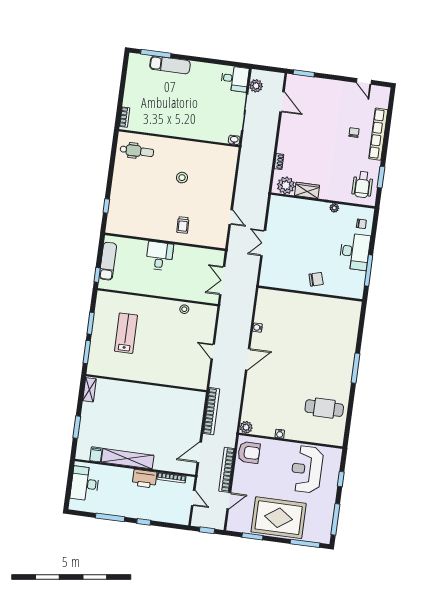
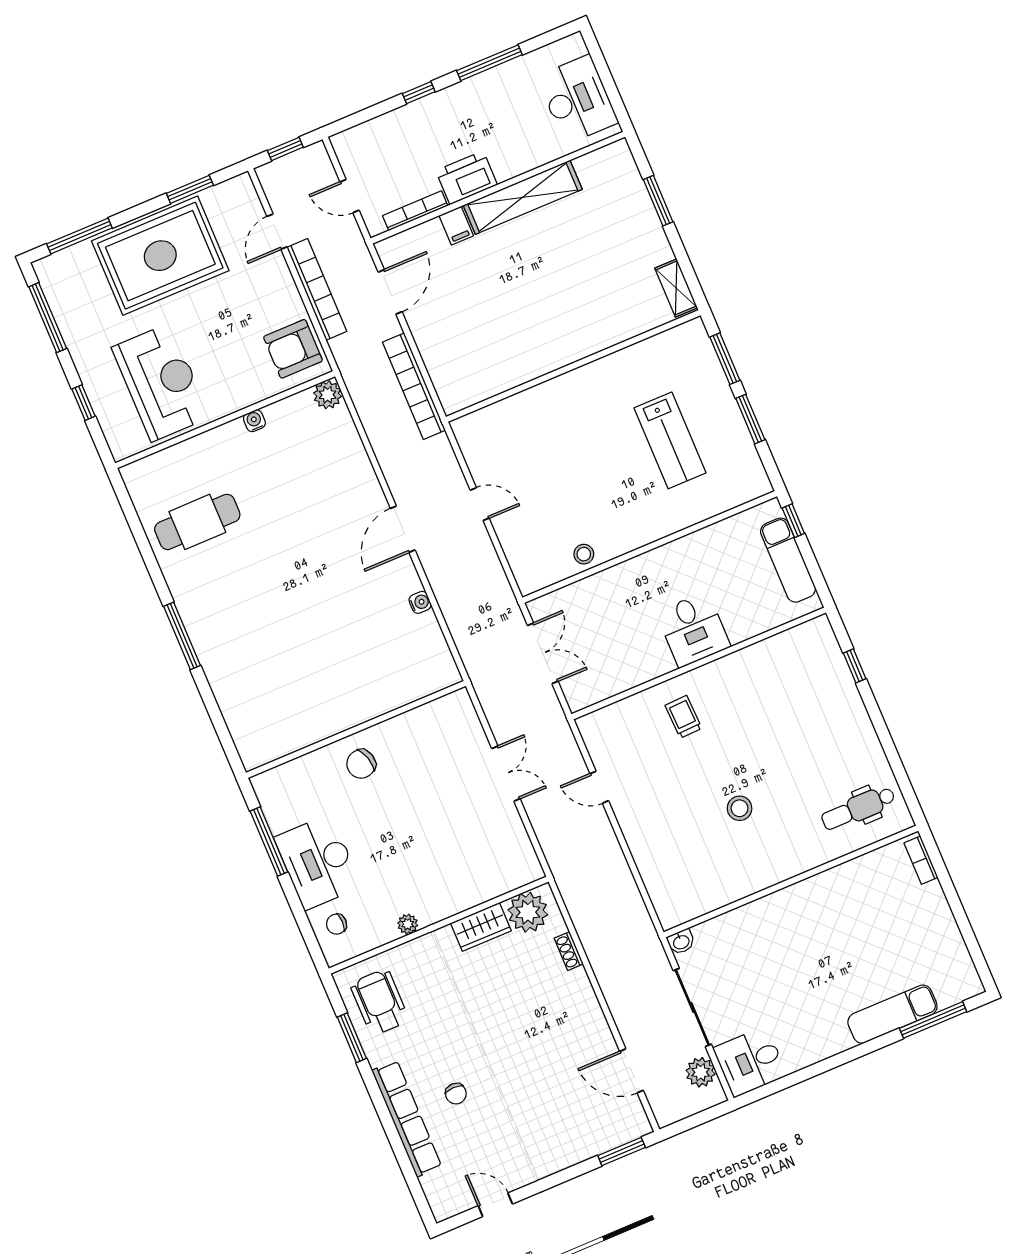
filing cabinet: (96, 454) -> (456, 226), moved

